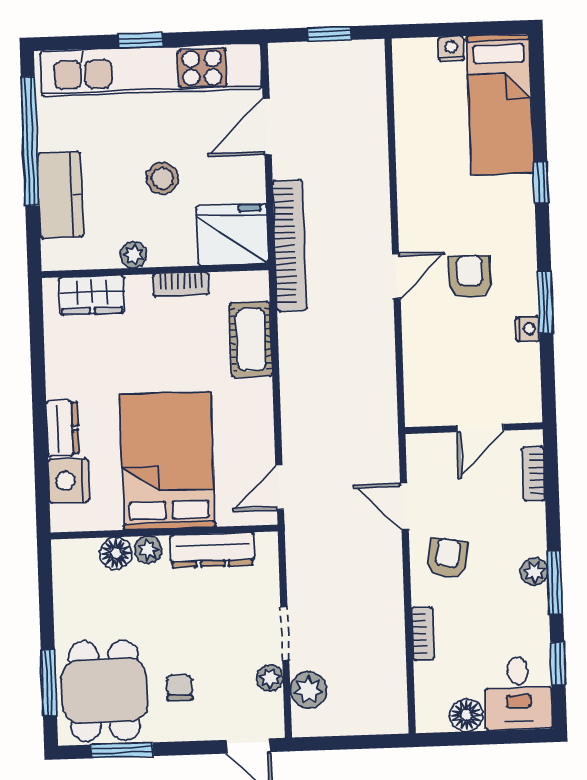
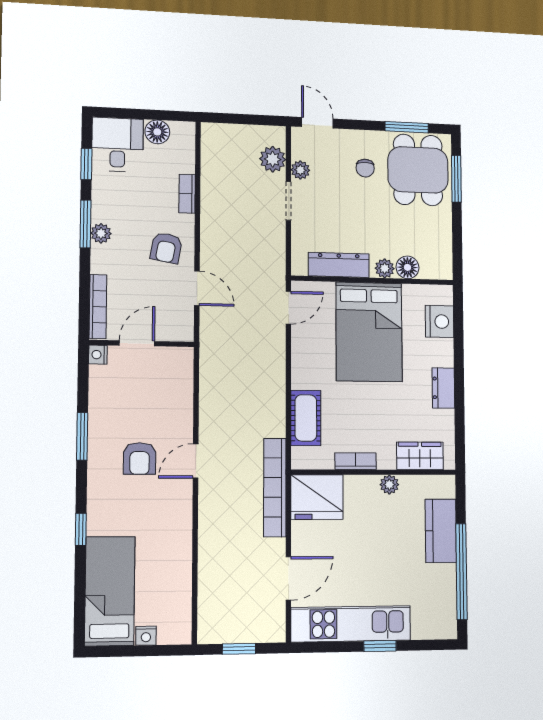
kitchen unit: (151, 70) -> (351, 624), width x0.73
stool: (162, 178) -> (367, 541), removed
nightstand: (527, 329) -> (98, 355), moved
dresser: (63, 428) -> (443, 388), moved
bookcase: (533, 474) -> (98, 307), width x1.56

